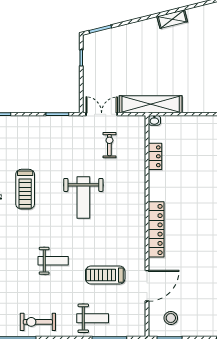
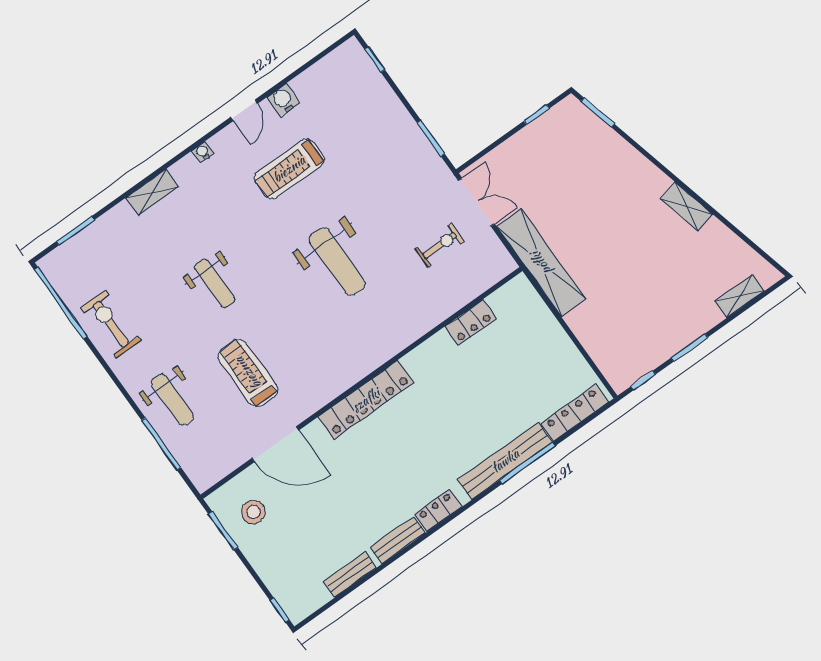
washbasin: (154, 120) -> (522, 285), removed
weight bench: (83, 197) -> (337, 262), turned -90

